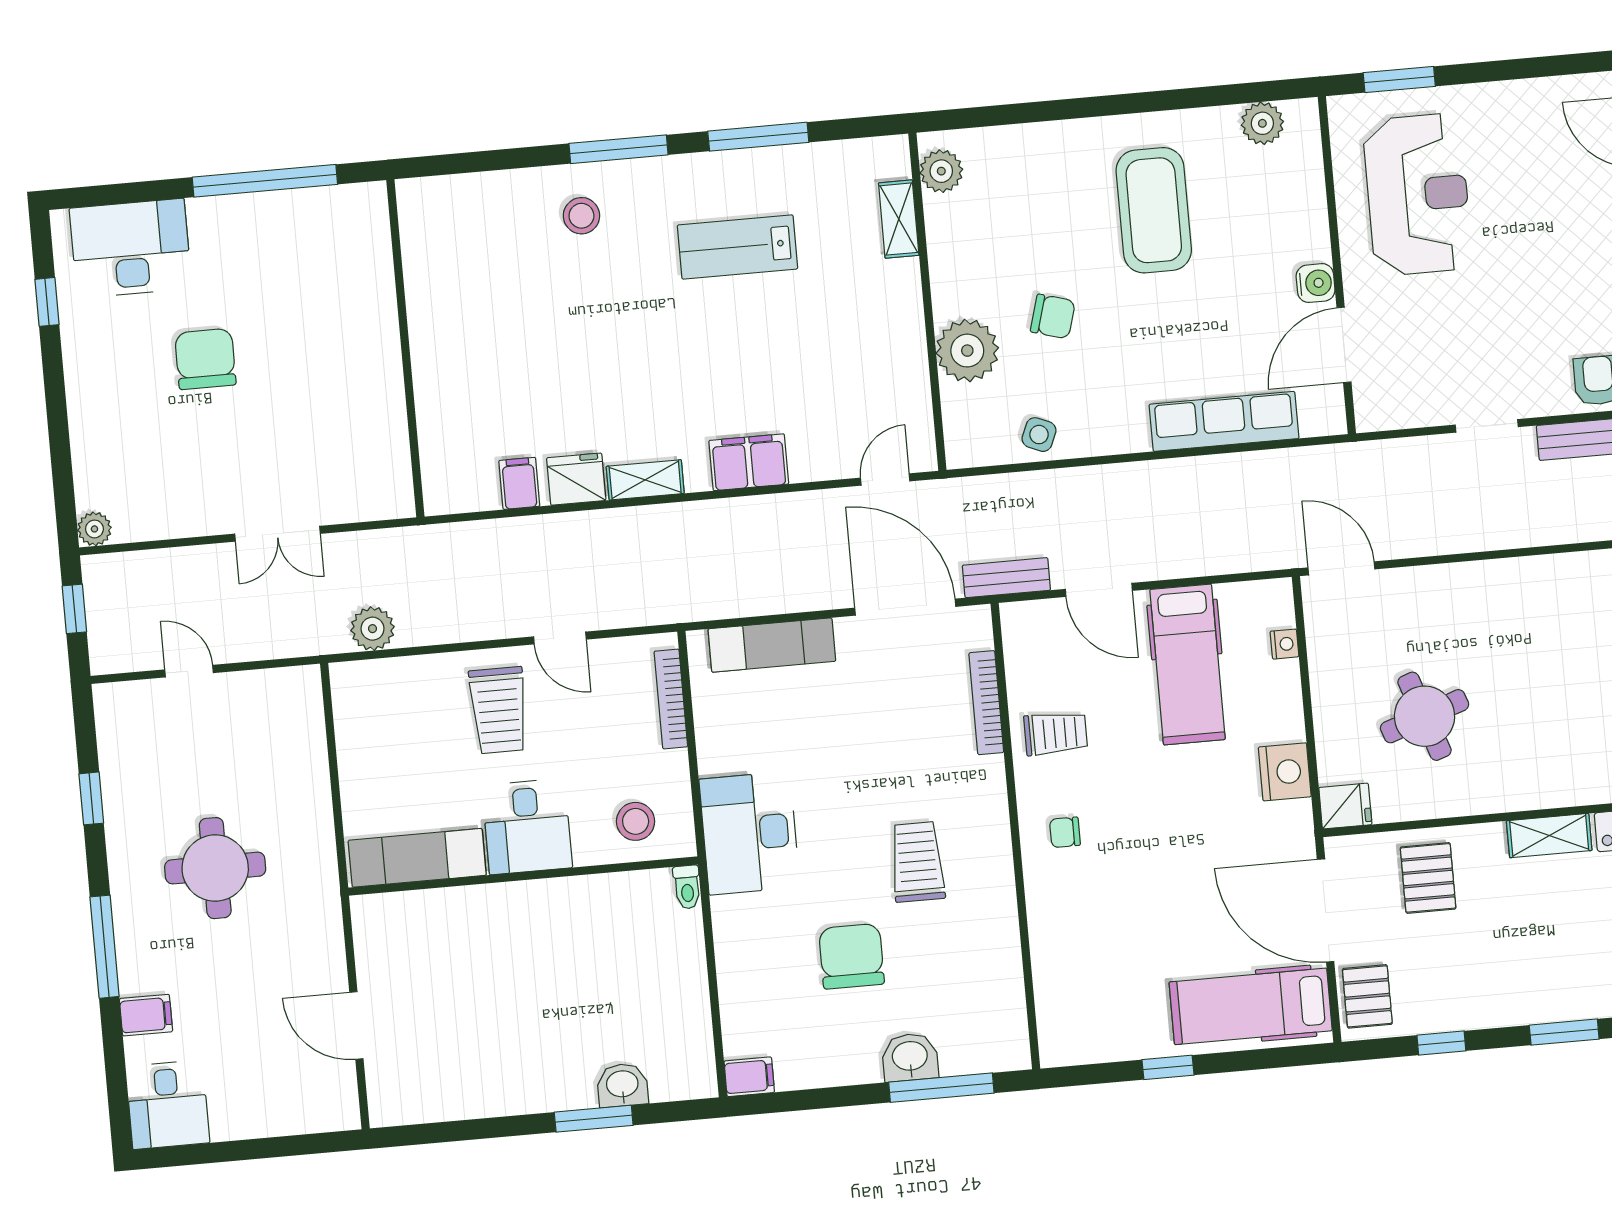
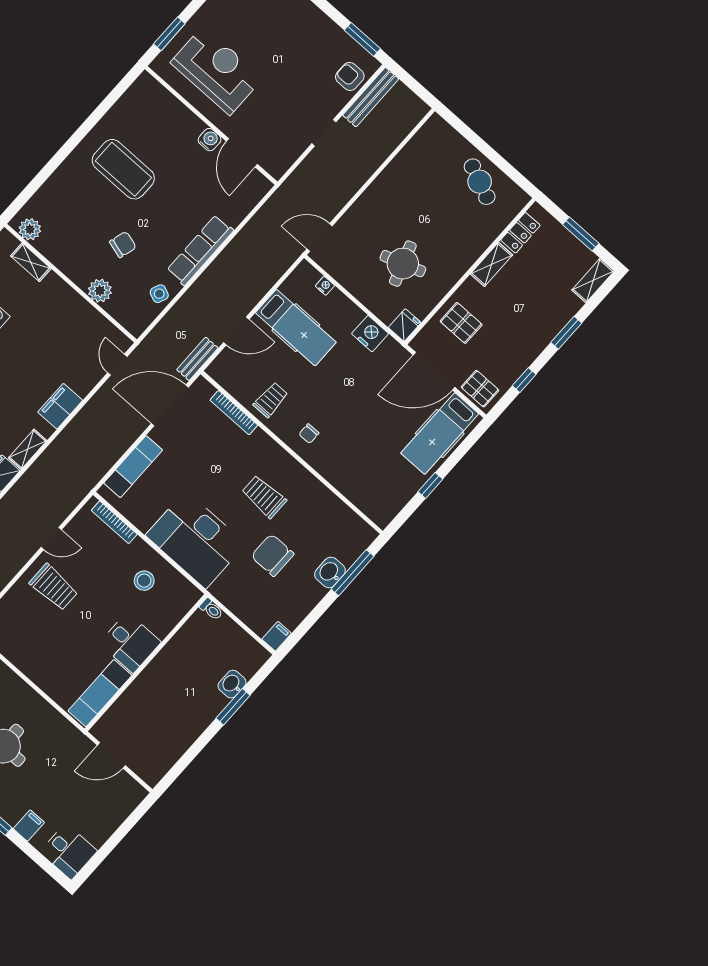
plant: (1262, 123) -> (133, 98), removed
plant: (967, 351) -> (100, 291), width x0.73, depth x0.73
row of seats: (1224, 421) -> (200, 250), moved
desk: (527, 826) -> (130, 643), moved
desk: (749, 833) -> (196, 540), width x1.36, depth x1.30
exam couch: (417, 858) -> (100, 693), moved
wall: (523, 876) -> (146, 663), moved
toilet: (687, 887) -> (211, 609), moved

